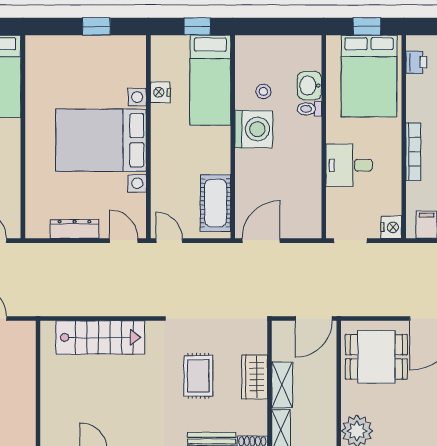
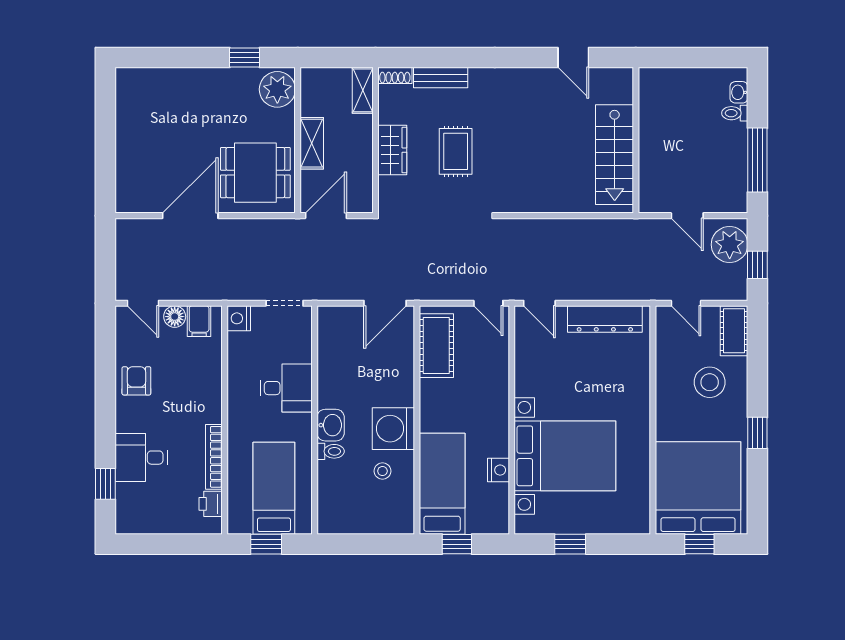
bed: (369, 76) -> (274, 488), width x0.67
washbasin: (310, 86) -> (331, 425), moved
bed with nightstands: (101, 140) -> (565, 456), moved
bookcase: (413, 152) -> (214, 457), moved
dresser: (74, 229) -> (605, 319), width x1.37, depth x1.24
stairs: (100, 337) -> (615, 155), moved, turned -90
shelving: (282, 385) -> (312, 143), moved

